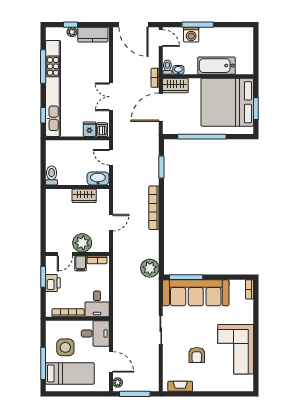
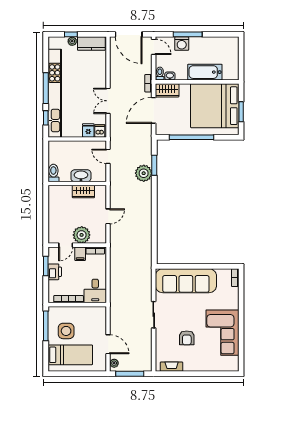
window: (43, 67) -> (46, 88), moved
washbasin: (98, 178) -> (81, 176), moved
bookcase: (154, 208) -> (147, 203), removed
plant: (150, 268) -> (144, 173), moved
window: (186, 277) -> (177, 266), removed
desk: (95, 333) -> (94, 318), removed
window: (43, 363) -> (46, 326), moved

